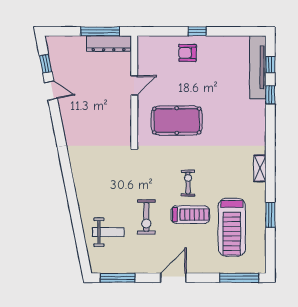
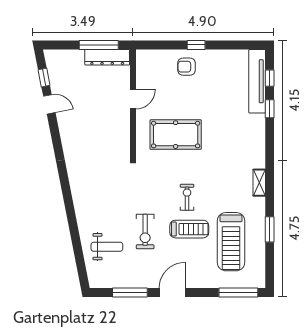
window: (118, 278) -> (130, 293), moved

